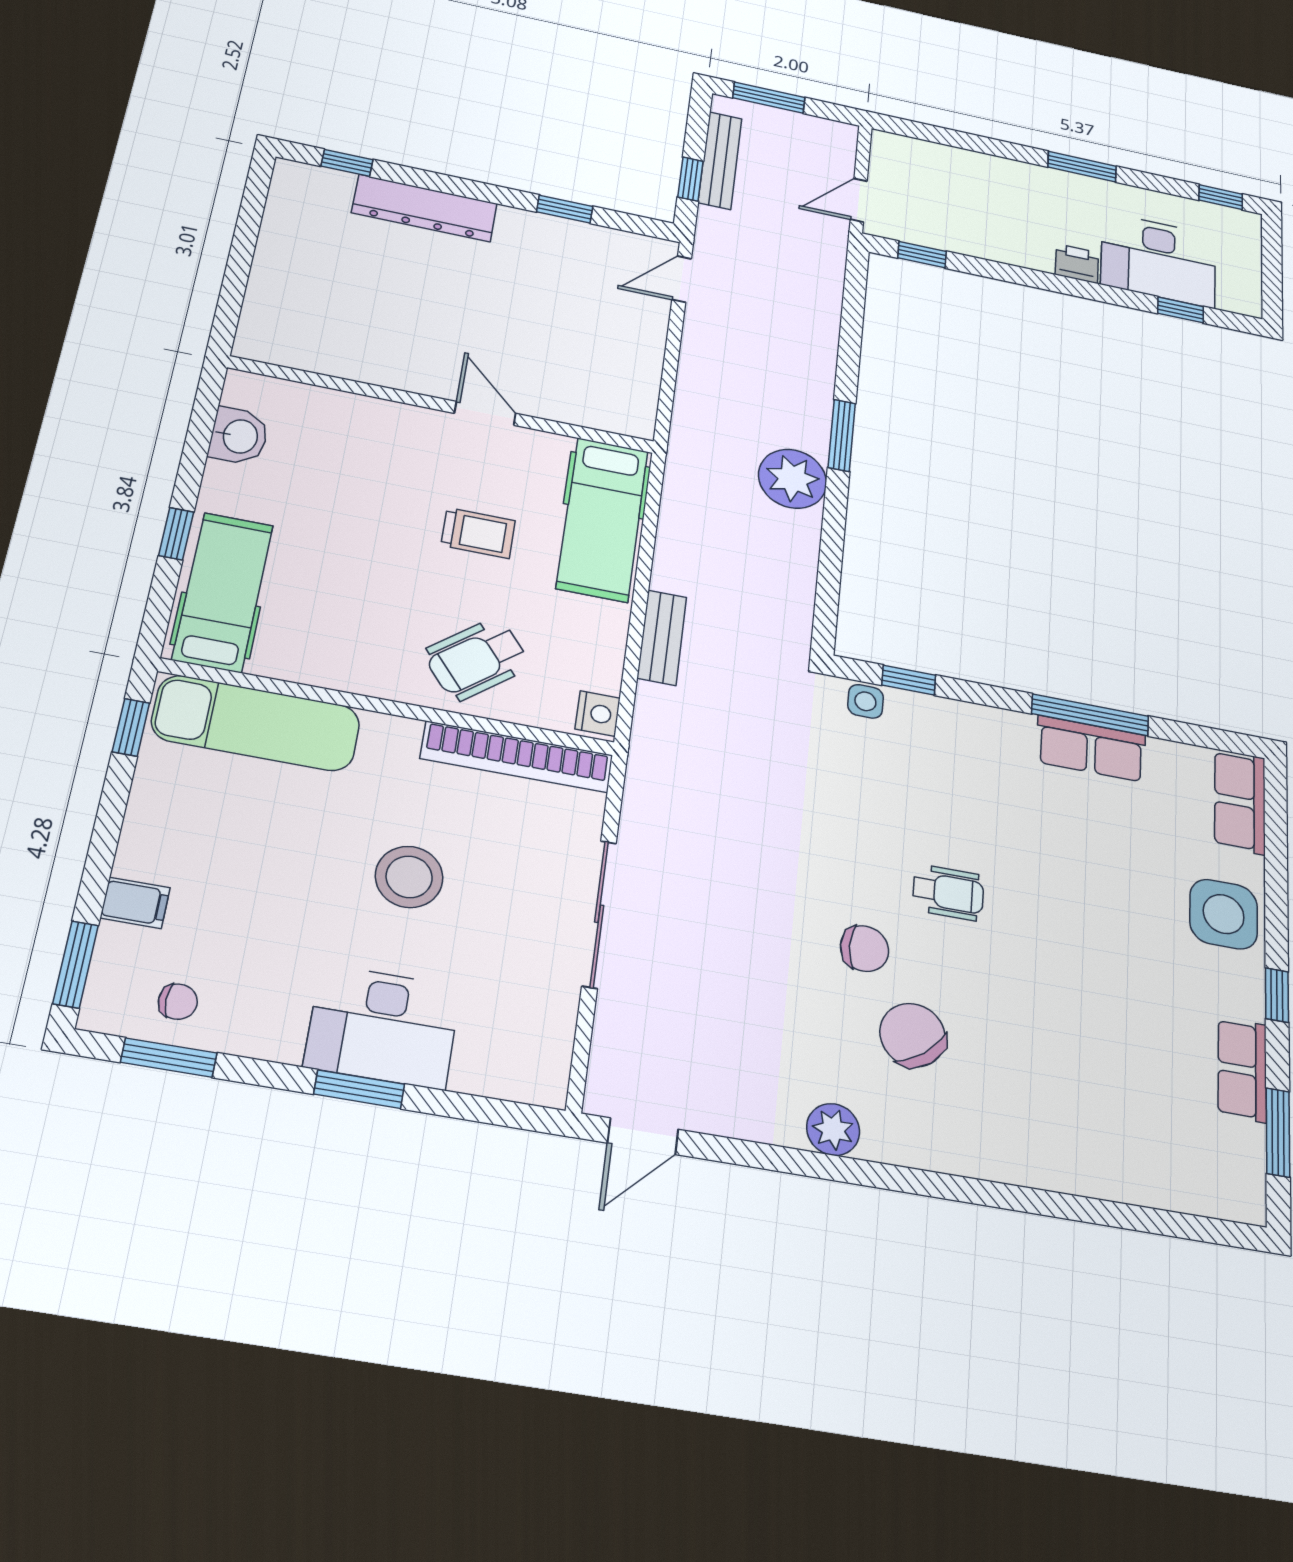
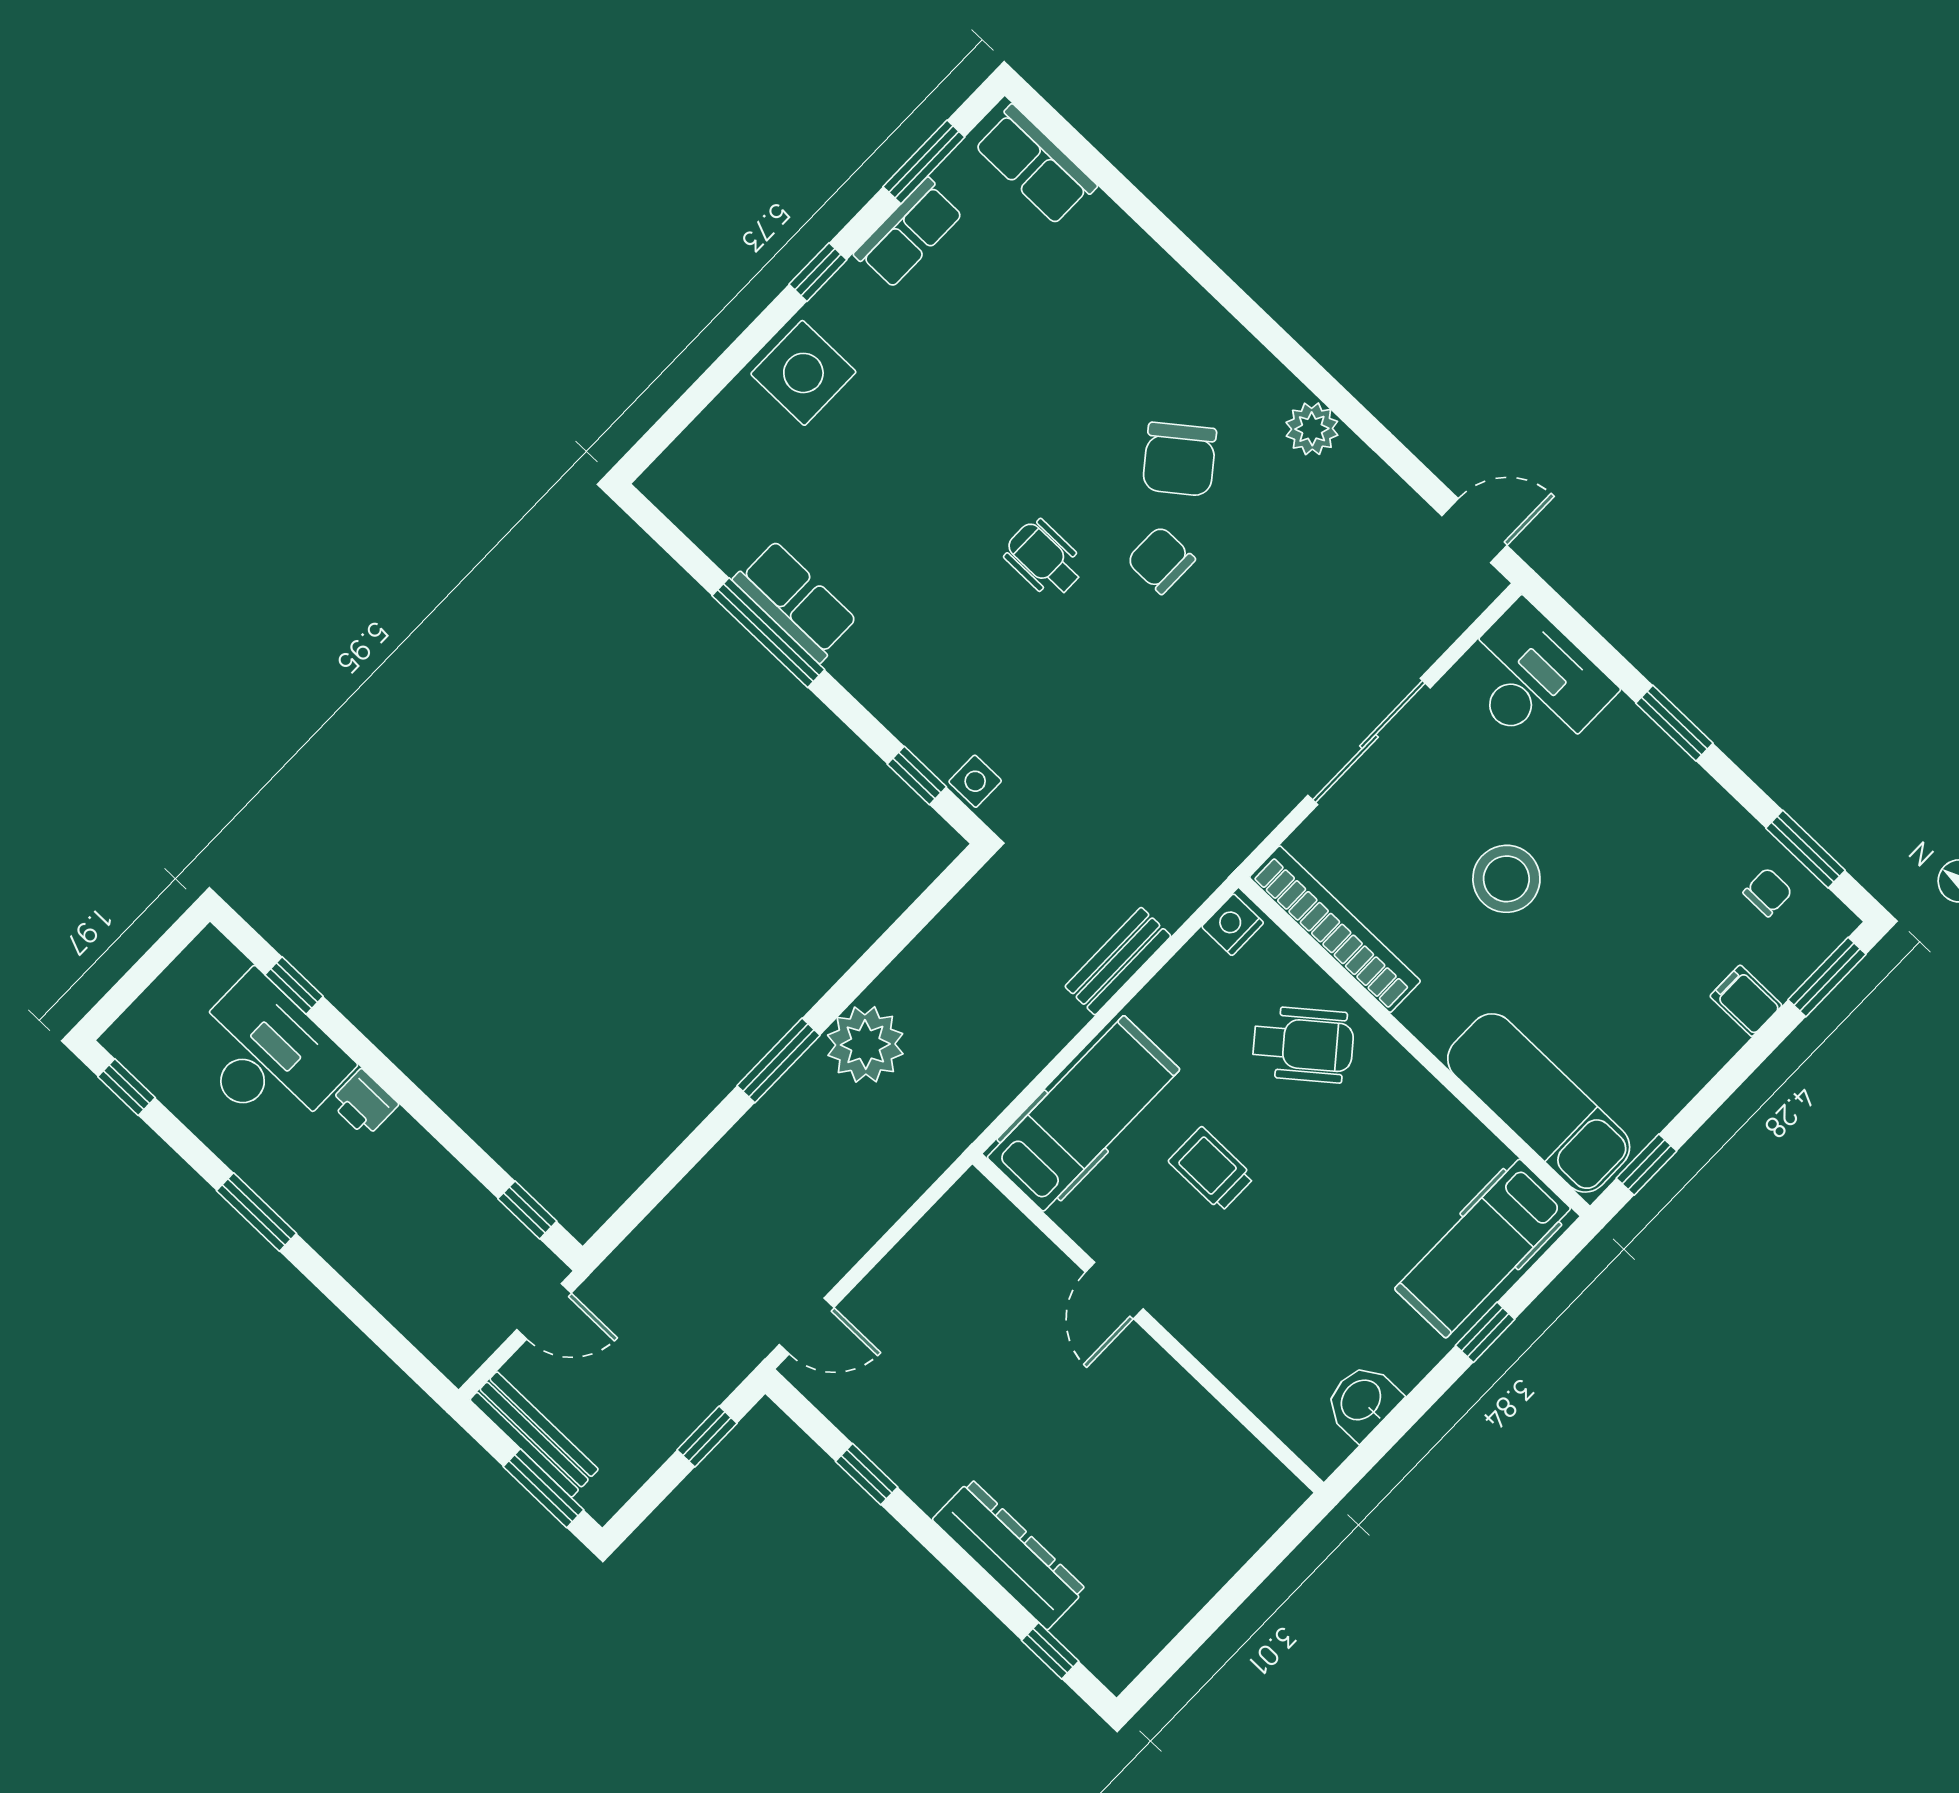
bench: (720, 160) -> (534, 1434), moved, turned 90
row of seats: (1240, 802) -> (1035, 165), moved, turned 90
chair: (178, 1002) -> (1768, 892), turned 90
desk: (383, 1027) -> (1534, 681), moved

